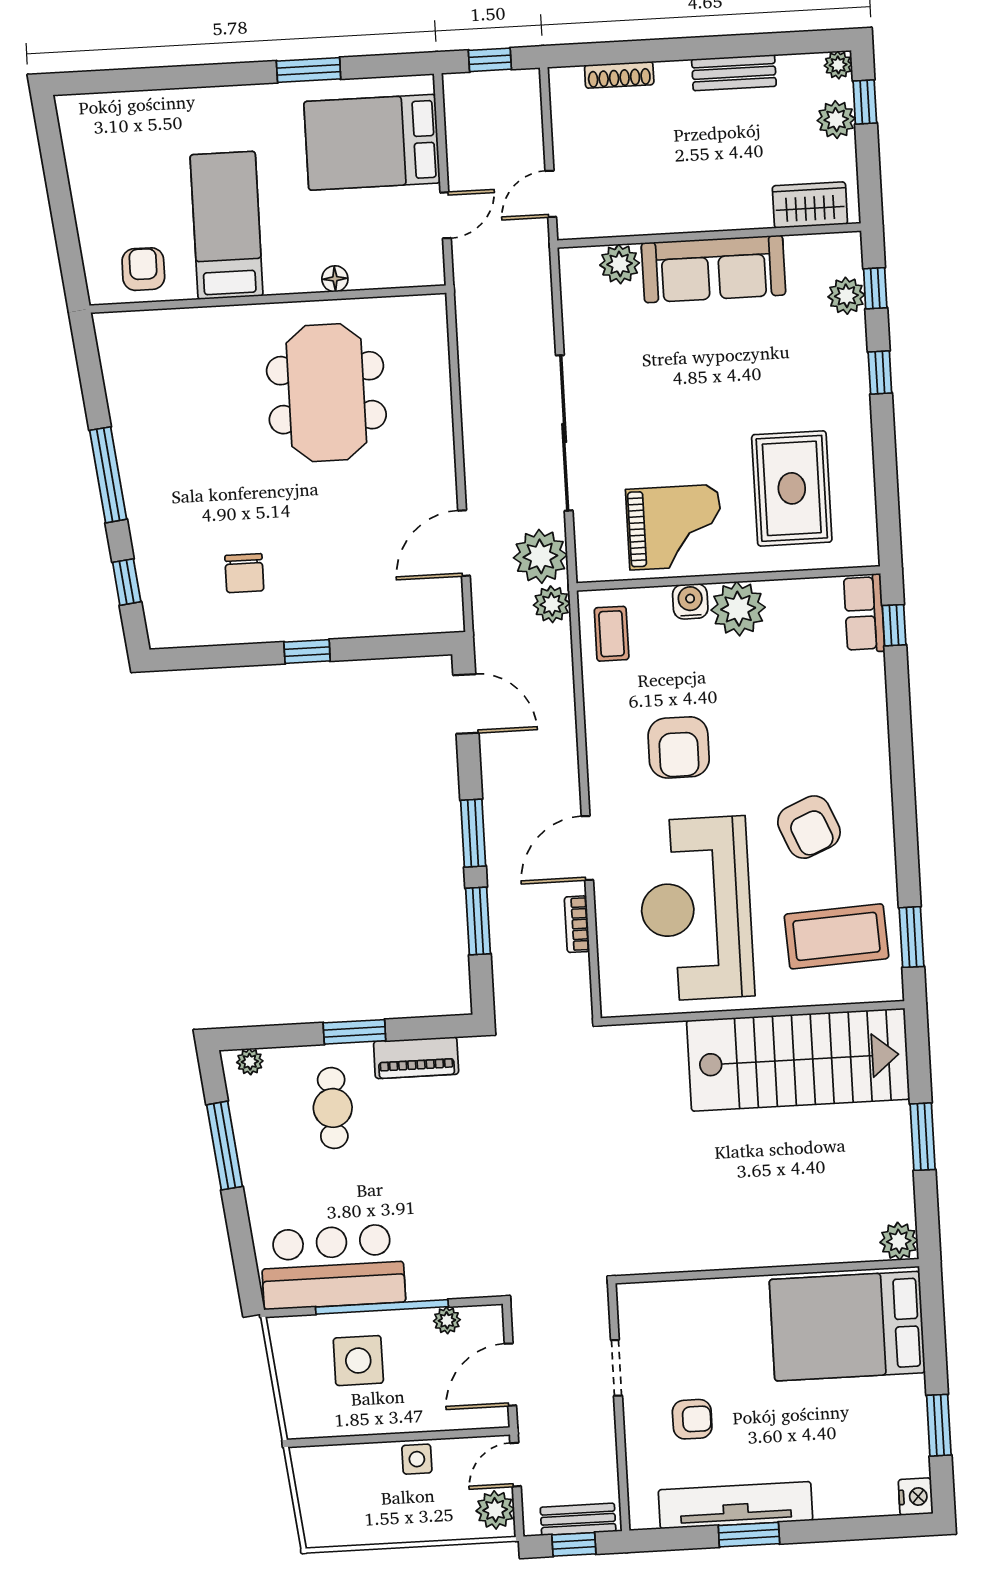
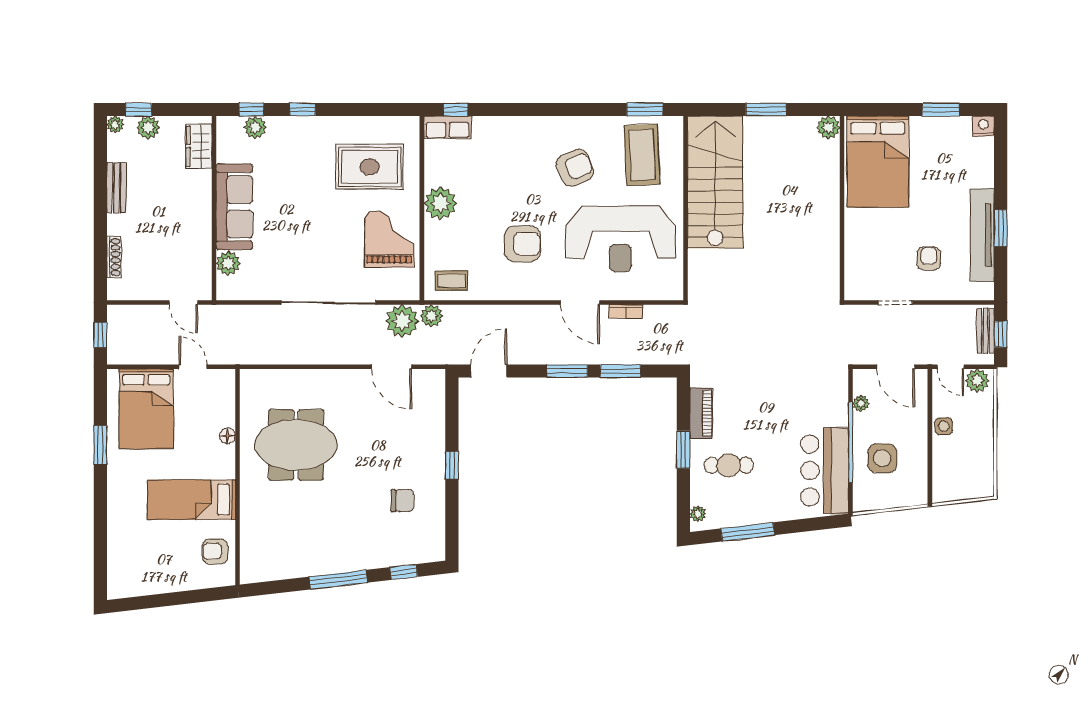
water cooler: (690, 601) -> (434, 232), removed

